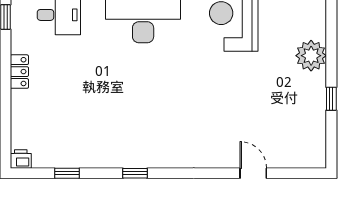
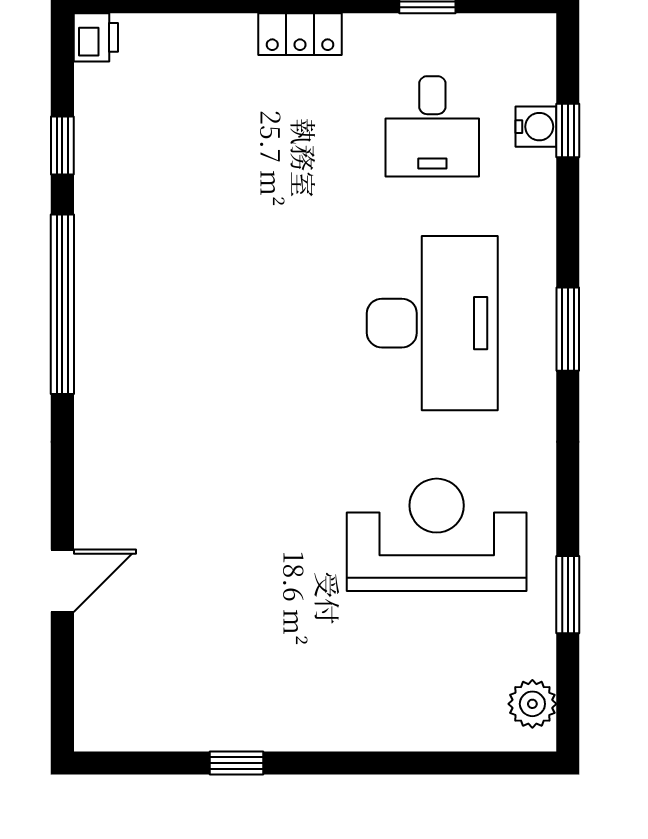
plant: (311, 56) -> (337, 716), removed
window: (135, 173) -> (62, 304), width x3.17

